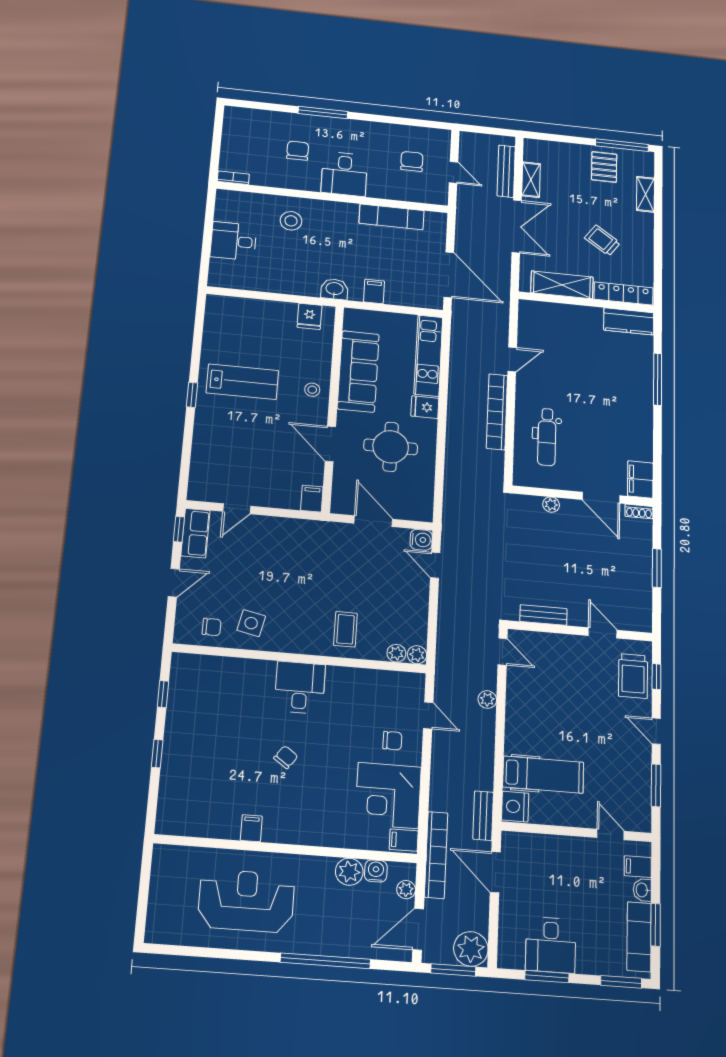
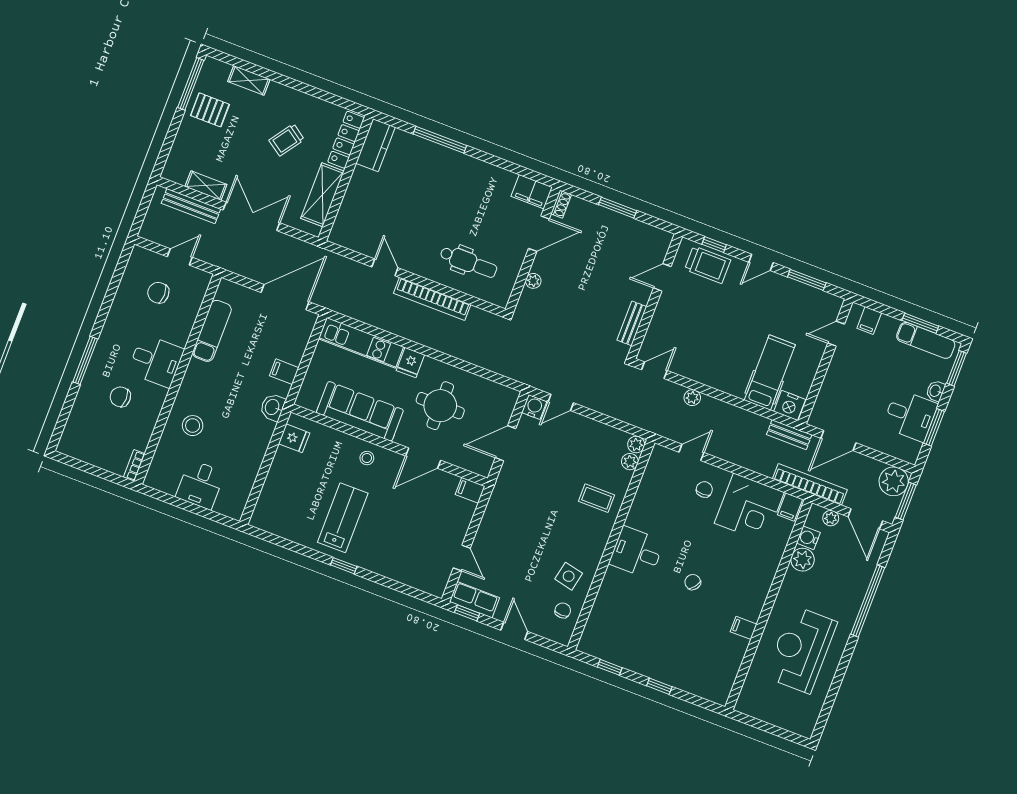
washbasin: (642, 890) -> (936, 391), moved, turned 90

